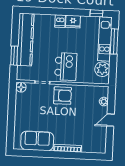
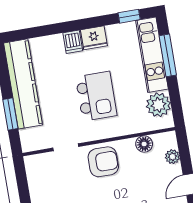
kitchen island: (66, 67) -> (96, 96), moved
floor lamp: (21, 87) -> (144, 144), moved

